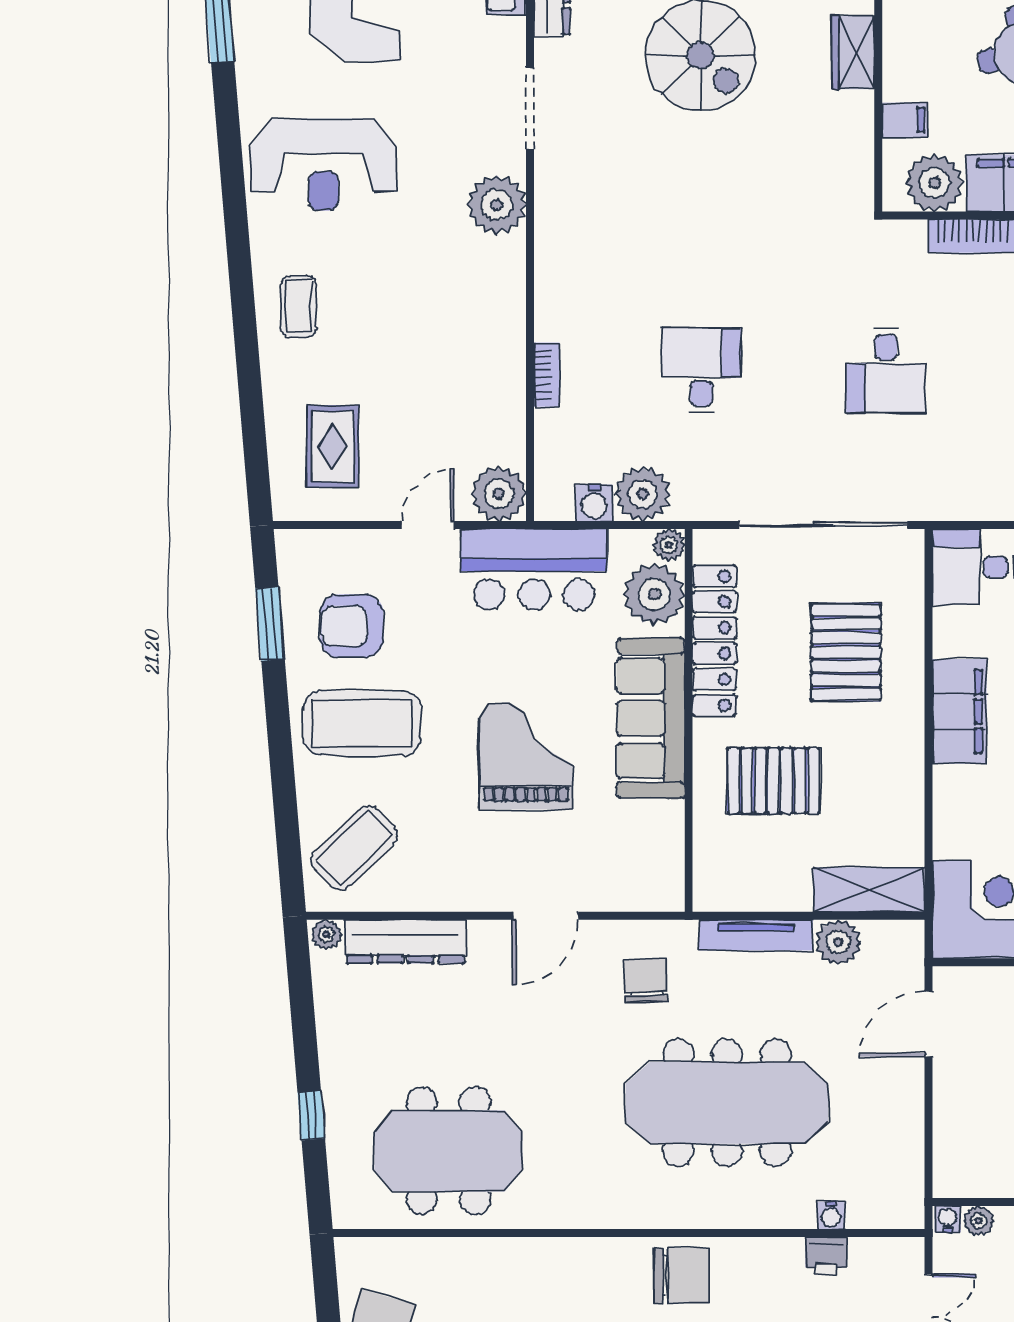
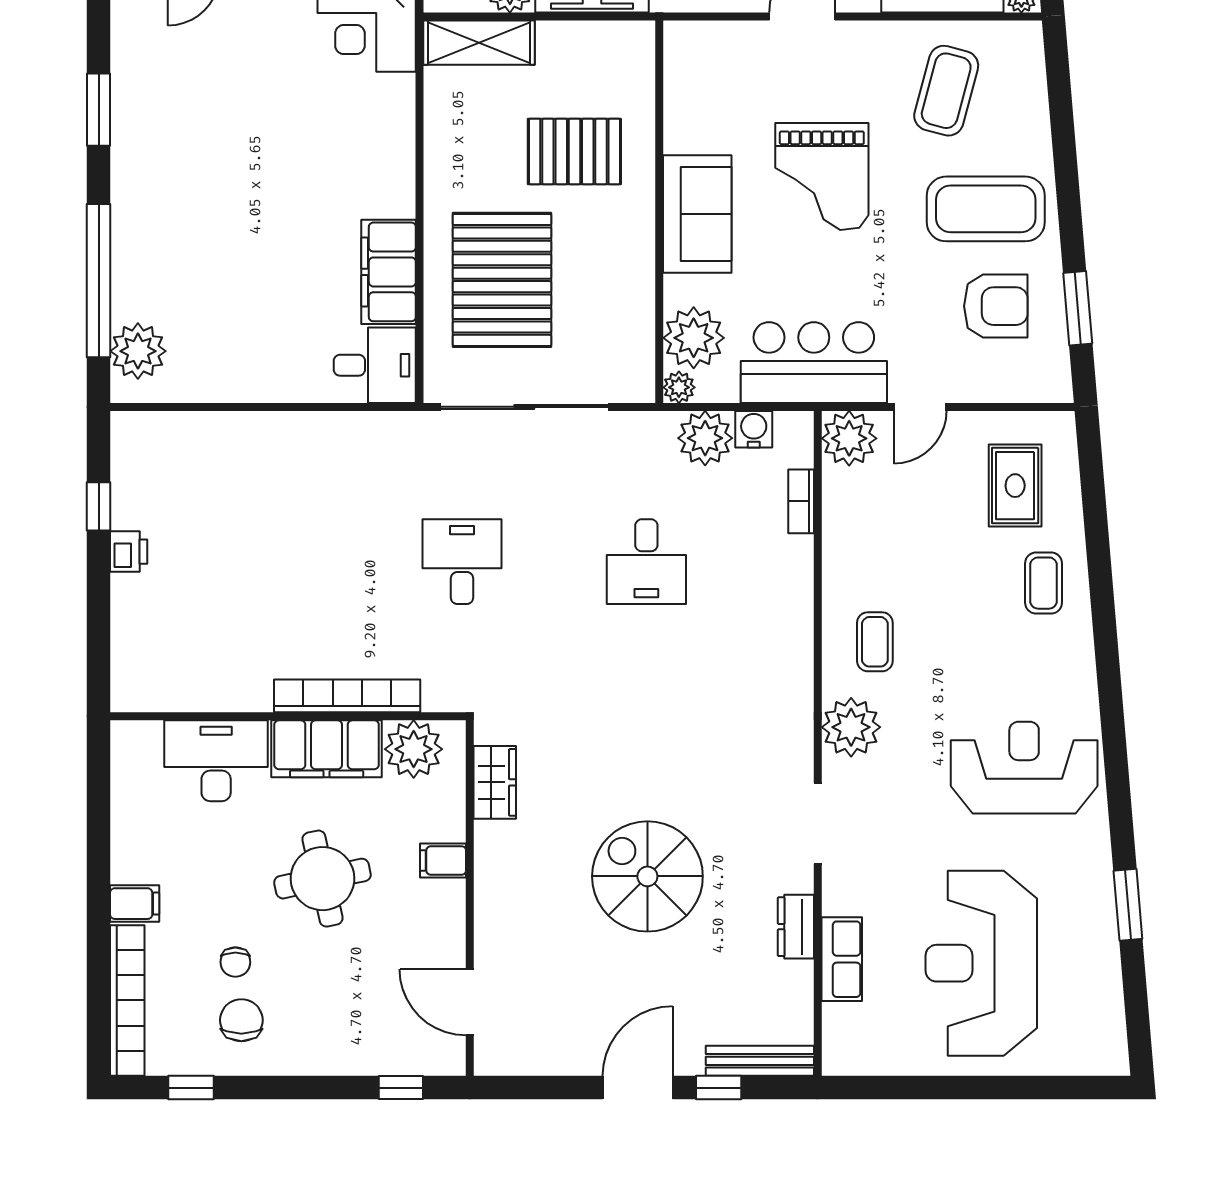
wardrobe: (853, 53) -> (495, 782), moved
filing cabinet: (905, 120) -> (443, 860), moved
coffee table: (473, 290) -> (875, 642), added
coffee table: (298, 306) -> (1044, 583), moved
bookcase: (547, 375) -> (801, 501), moved
locker: (714, 641) -> (633, 291), removed
pallet: (846, 652) -> (502, 280), width x1.37, depth x1.41
filing cabinet: (959, 711) -> (388, 272), moved
sofa: (651, 718) -> (697, 214), width x0.73
coffee table: (354, 848) -> (946, 91), moved, turned -31

